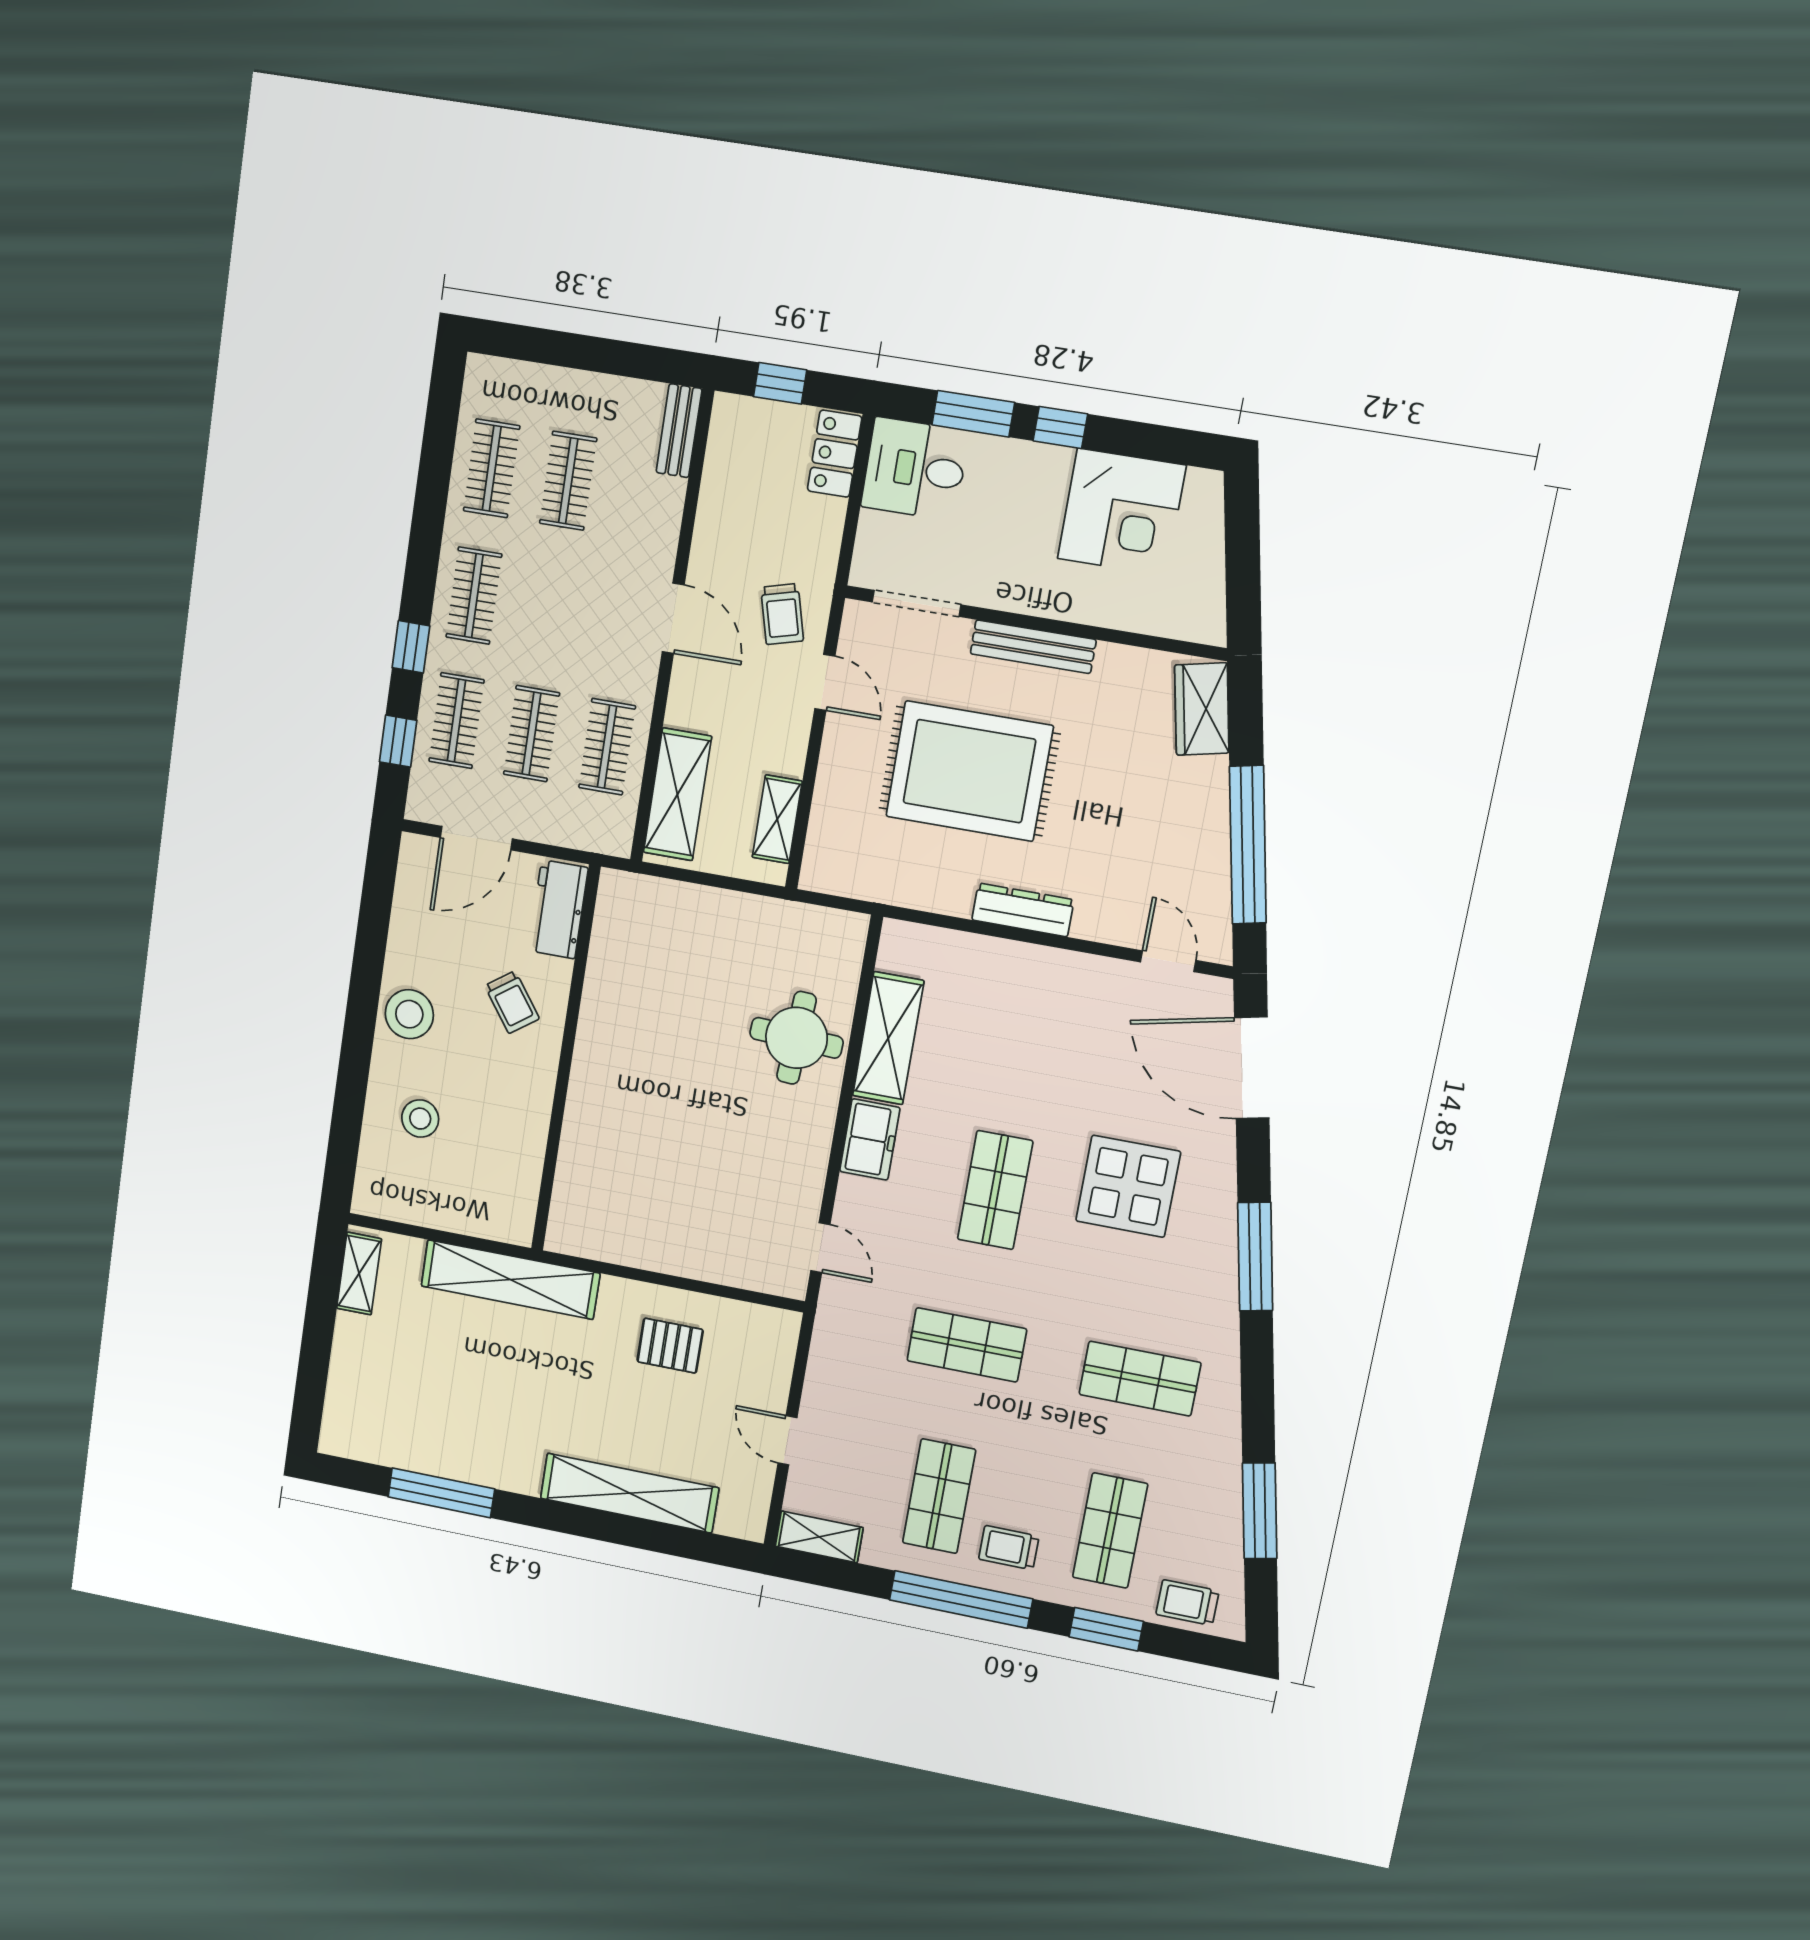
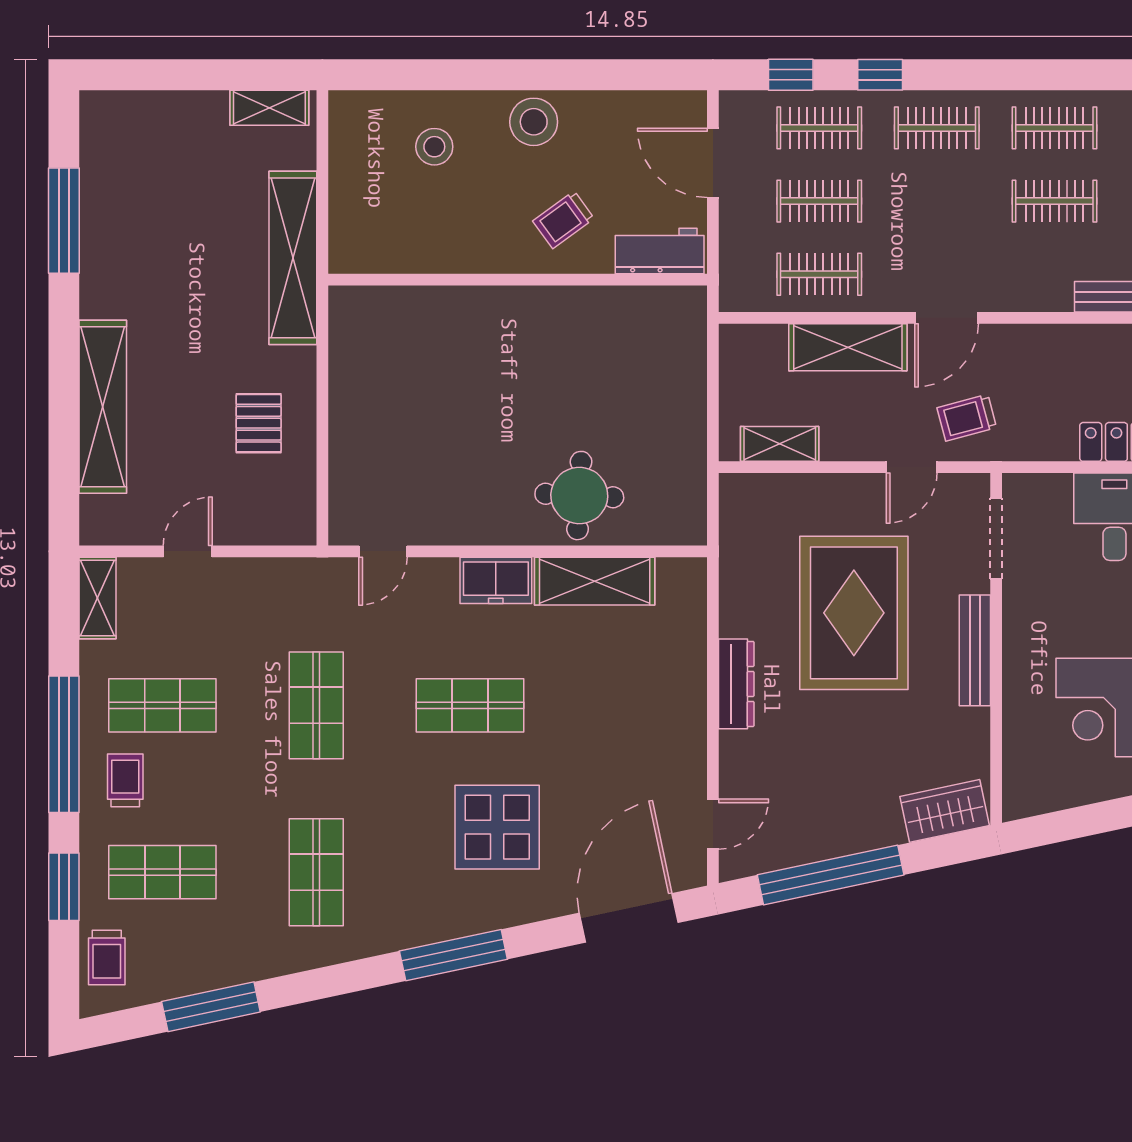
shelving: (677, 794) -> (848, 347), moved
trolley: (1187, 1603) -> (107, 957), turned 180

